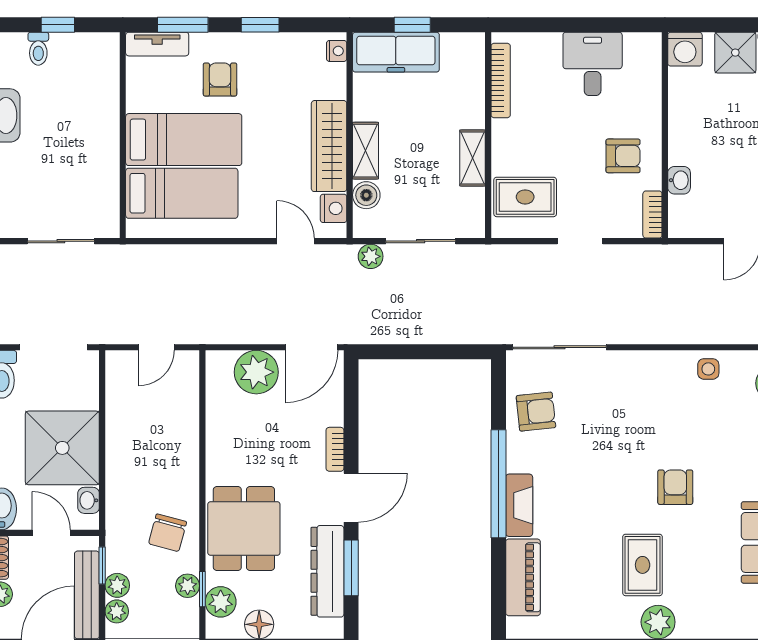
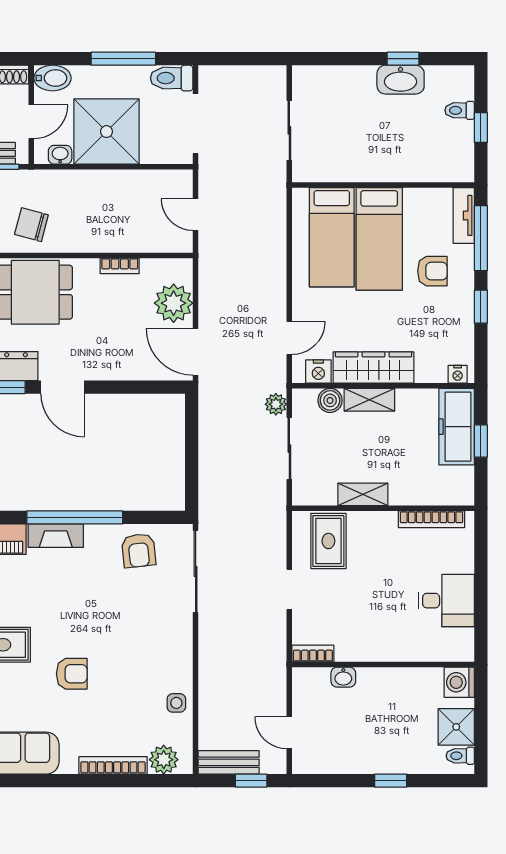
window: (183, 25) -> (481, 238), width x1.44
armchair: (623, 156) -> (365, 628), removed
bookcase: (335, 449) -> (120, 266), moved, turned 180

